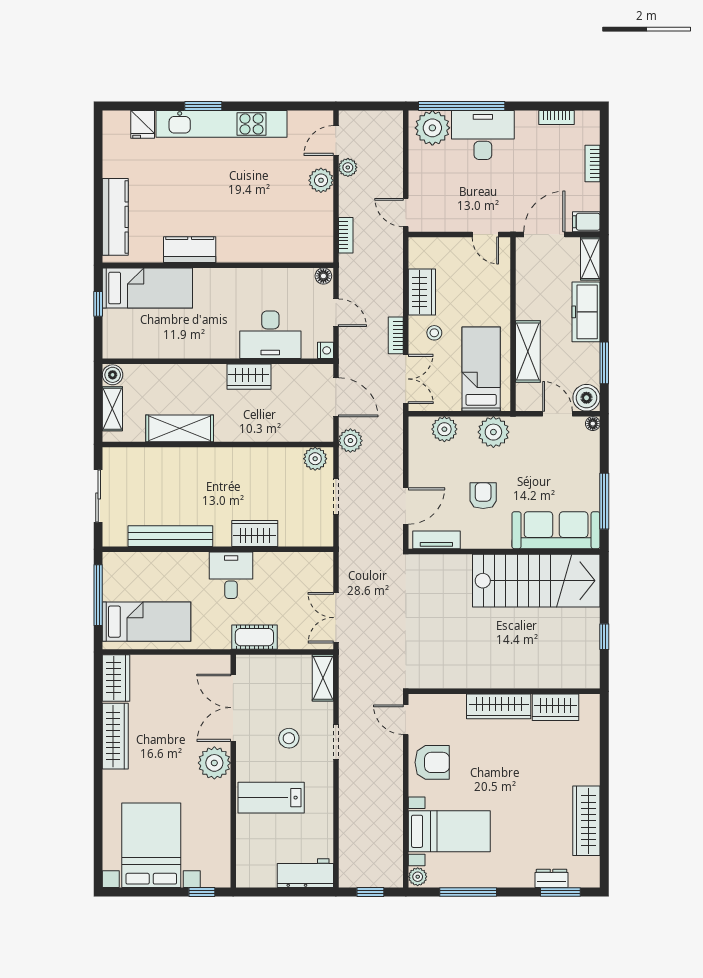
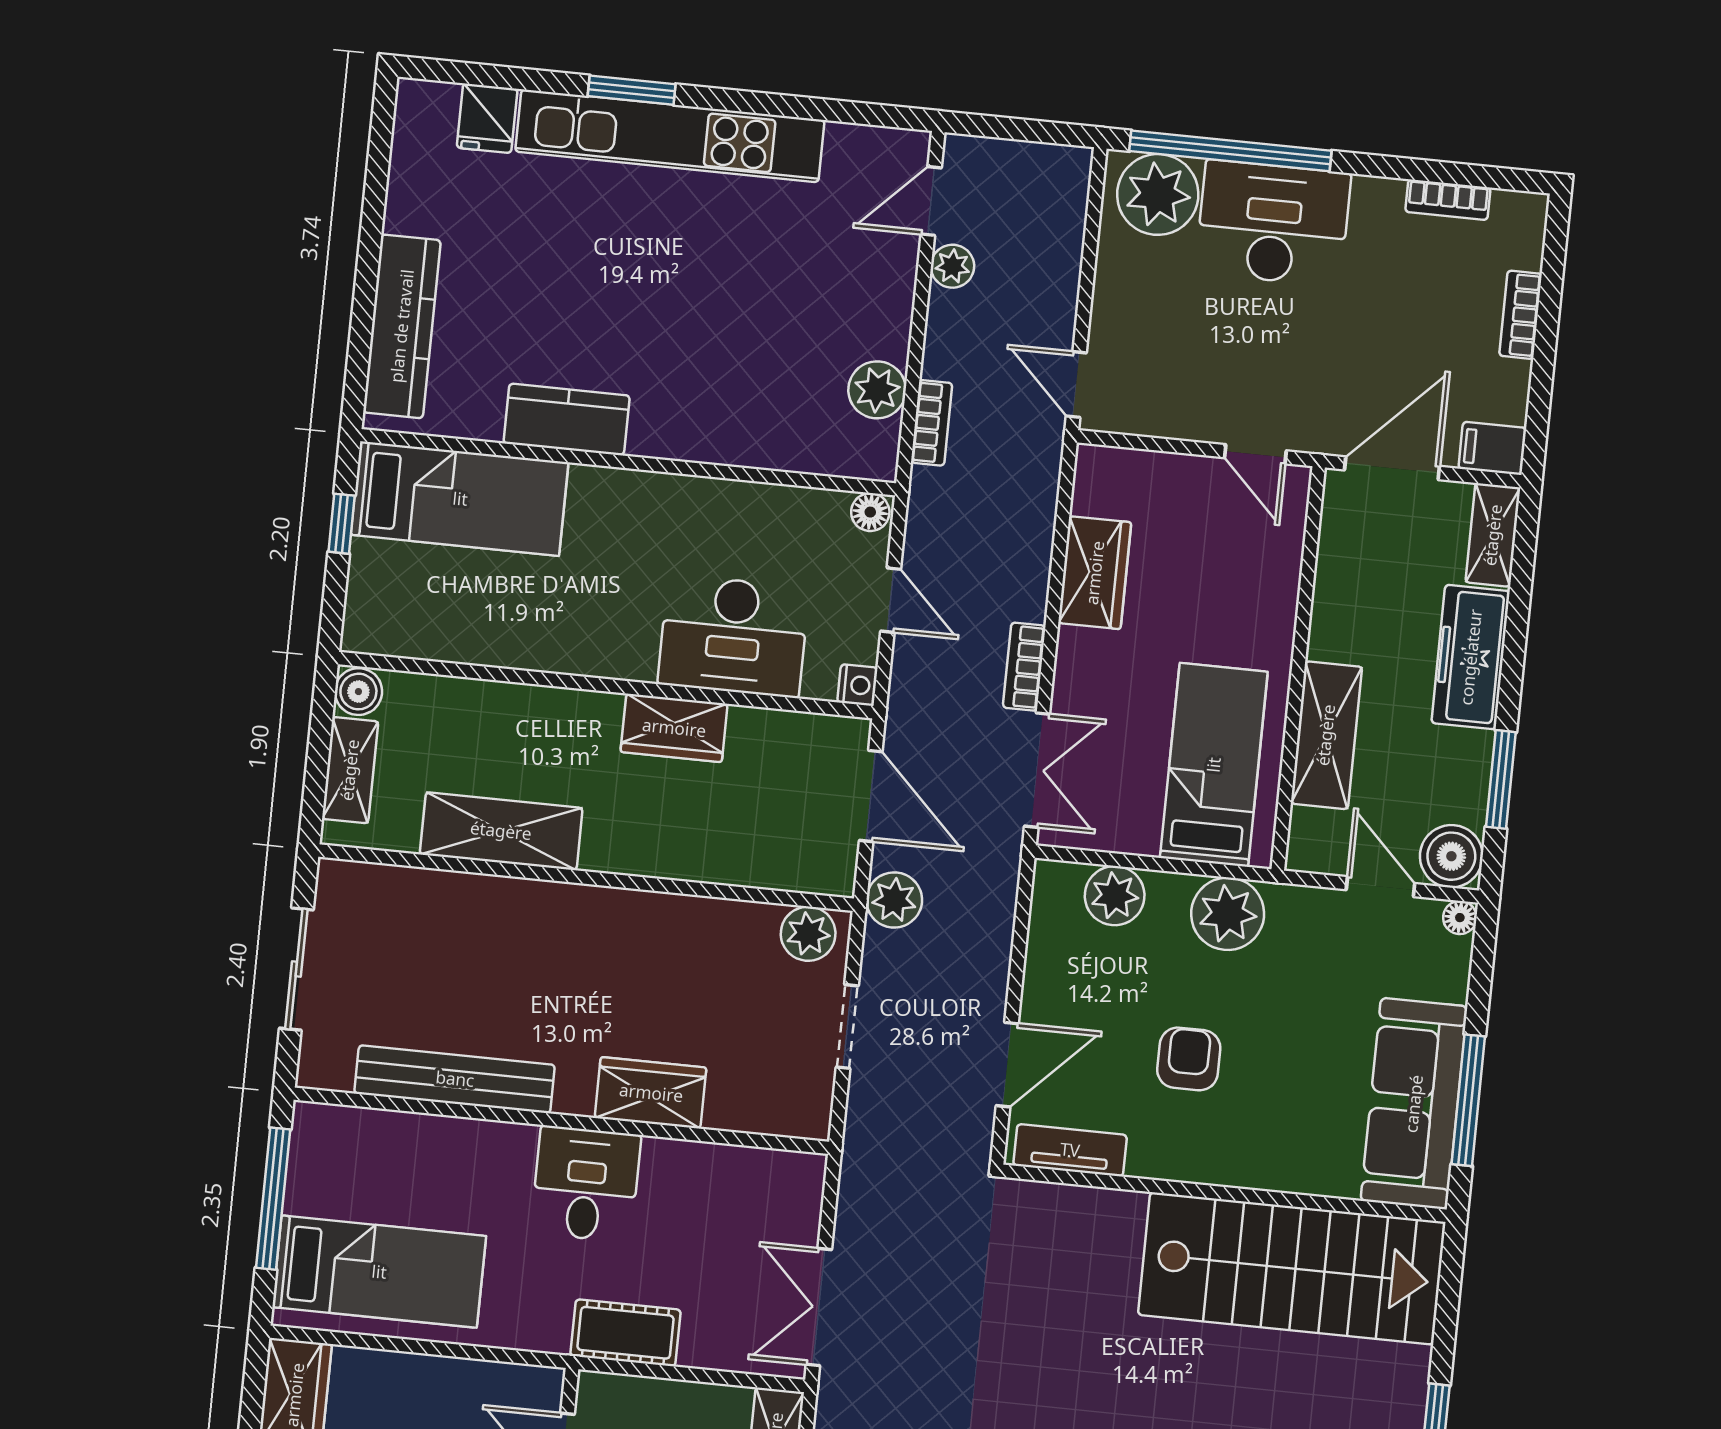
plant: (321, 180) -> (877, 390), moved
stool: (434, 333) -> (1114, 670), removed
sofa: (556, 530) -> (1414, 1104), moved, turned -90

